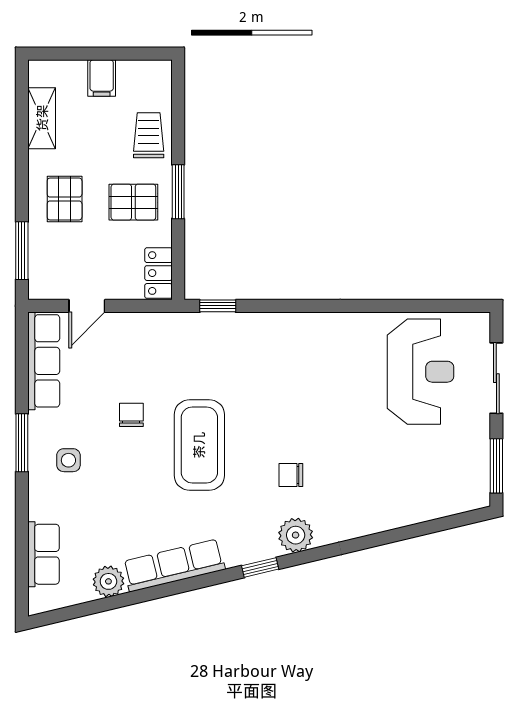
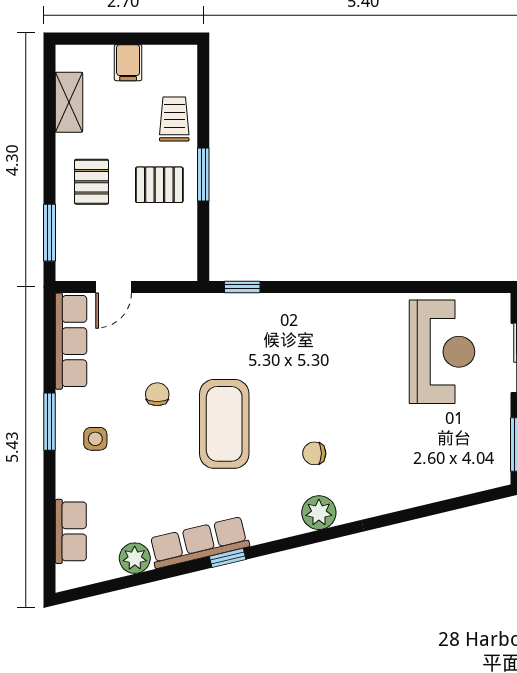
locker: (158, 273) -> (184, 255), removed
window: (260, 567) -> (228, 558), moved

